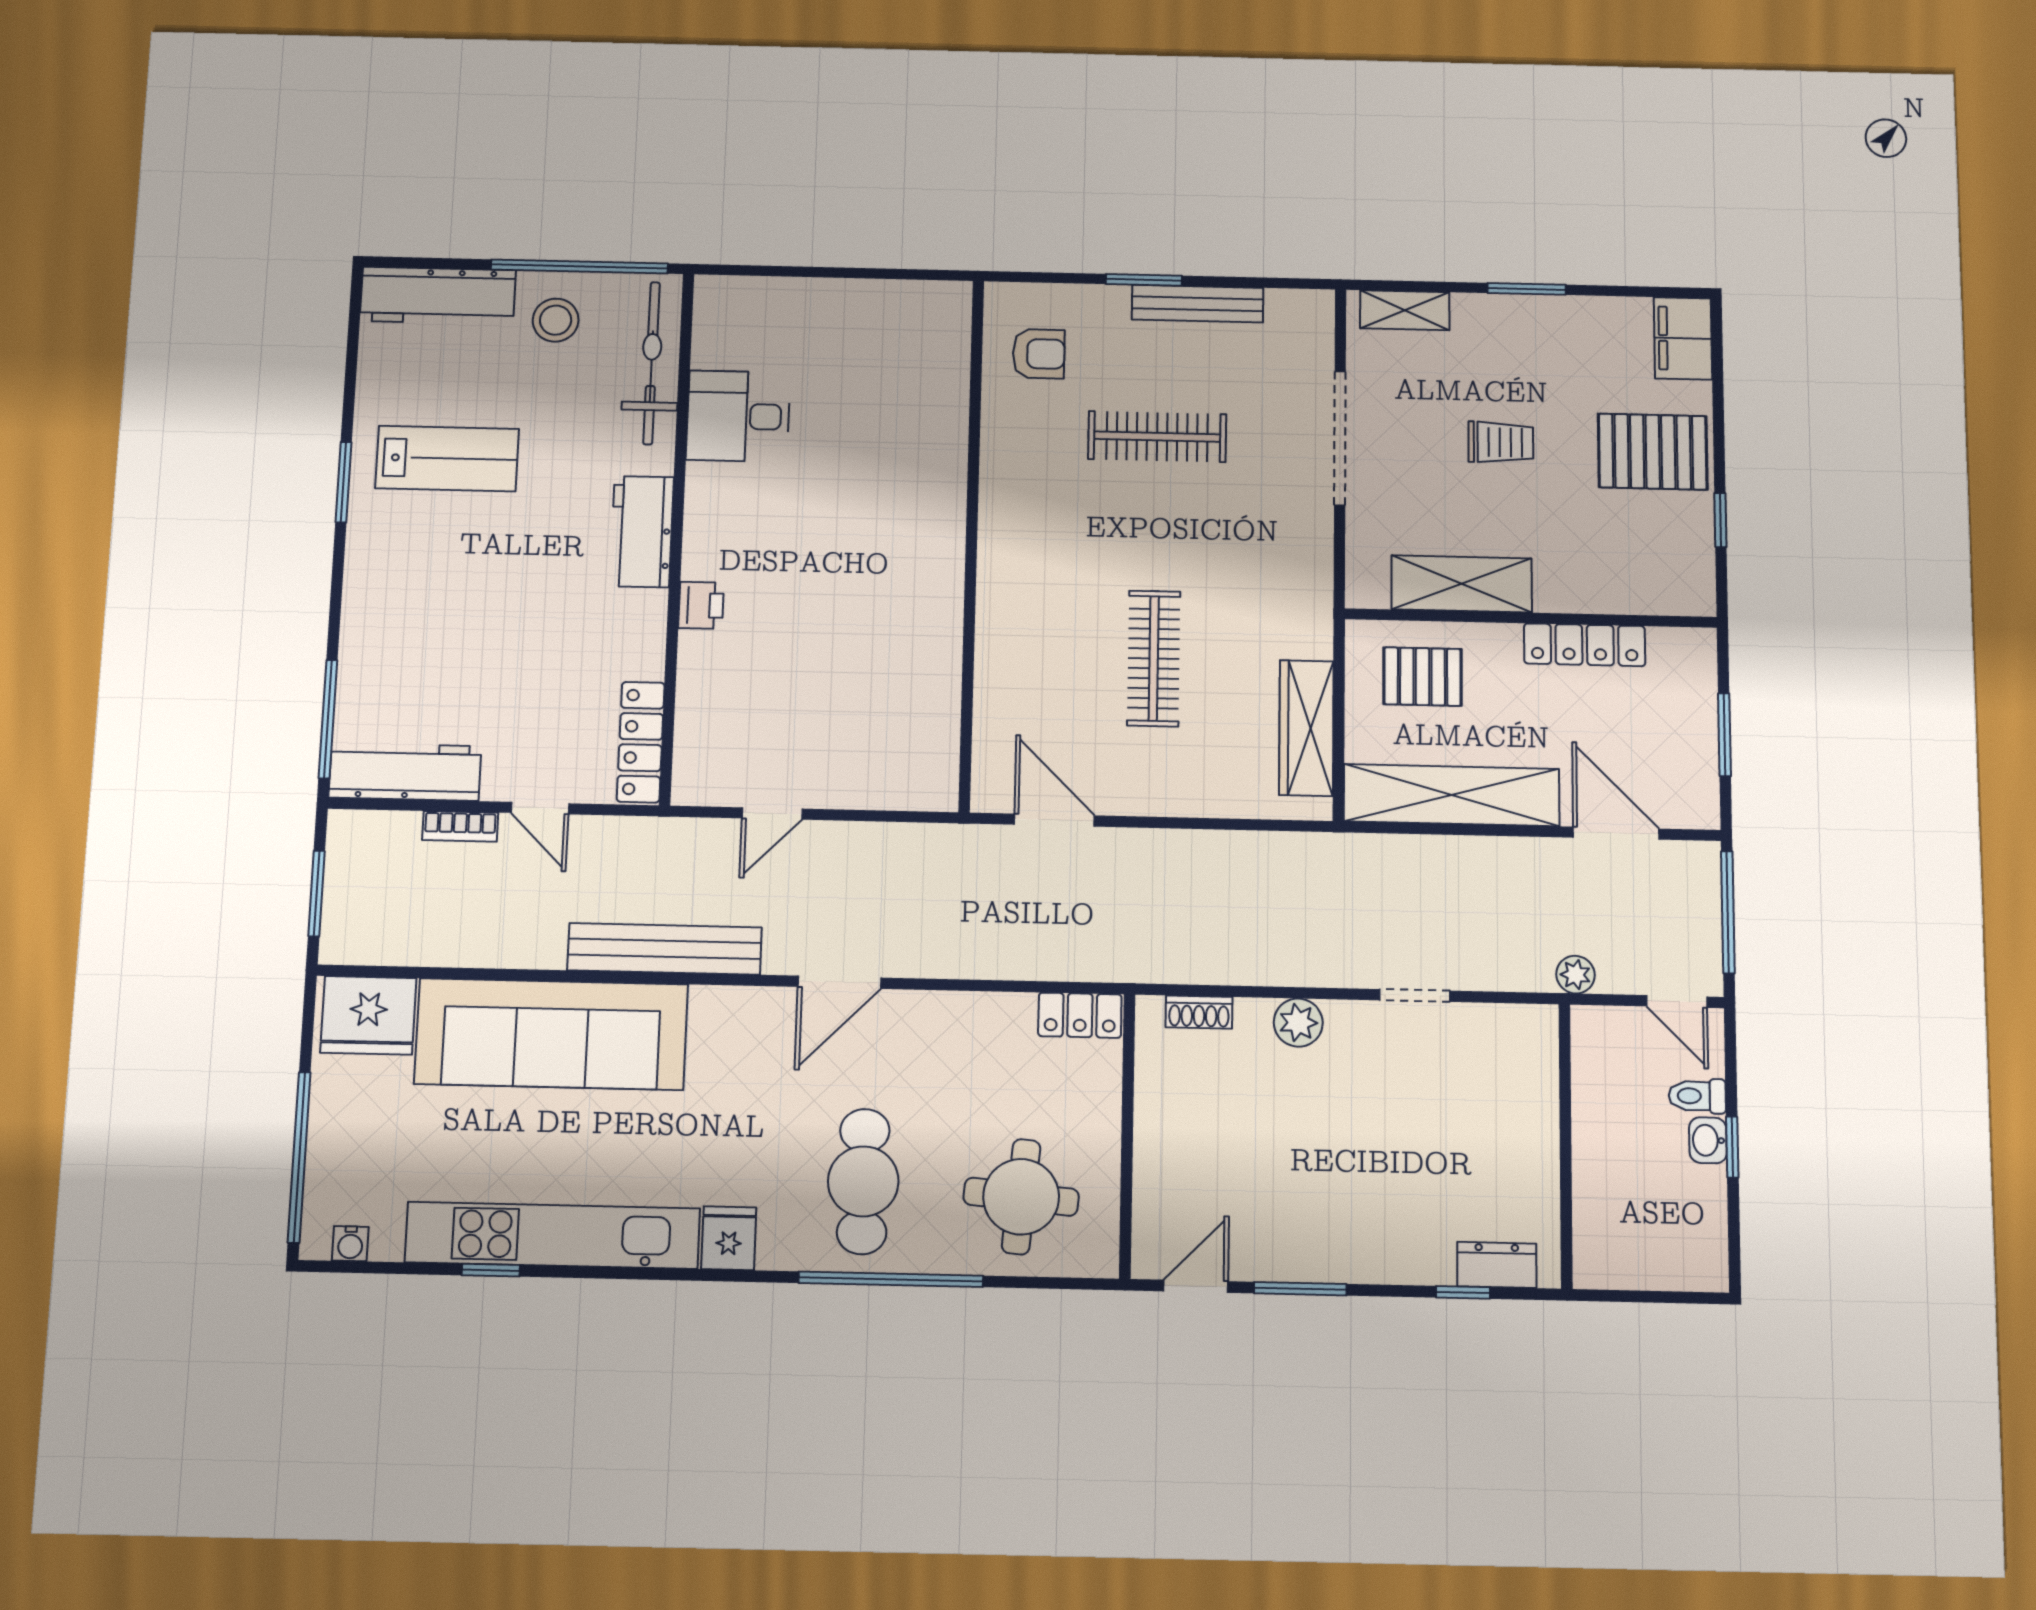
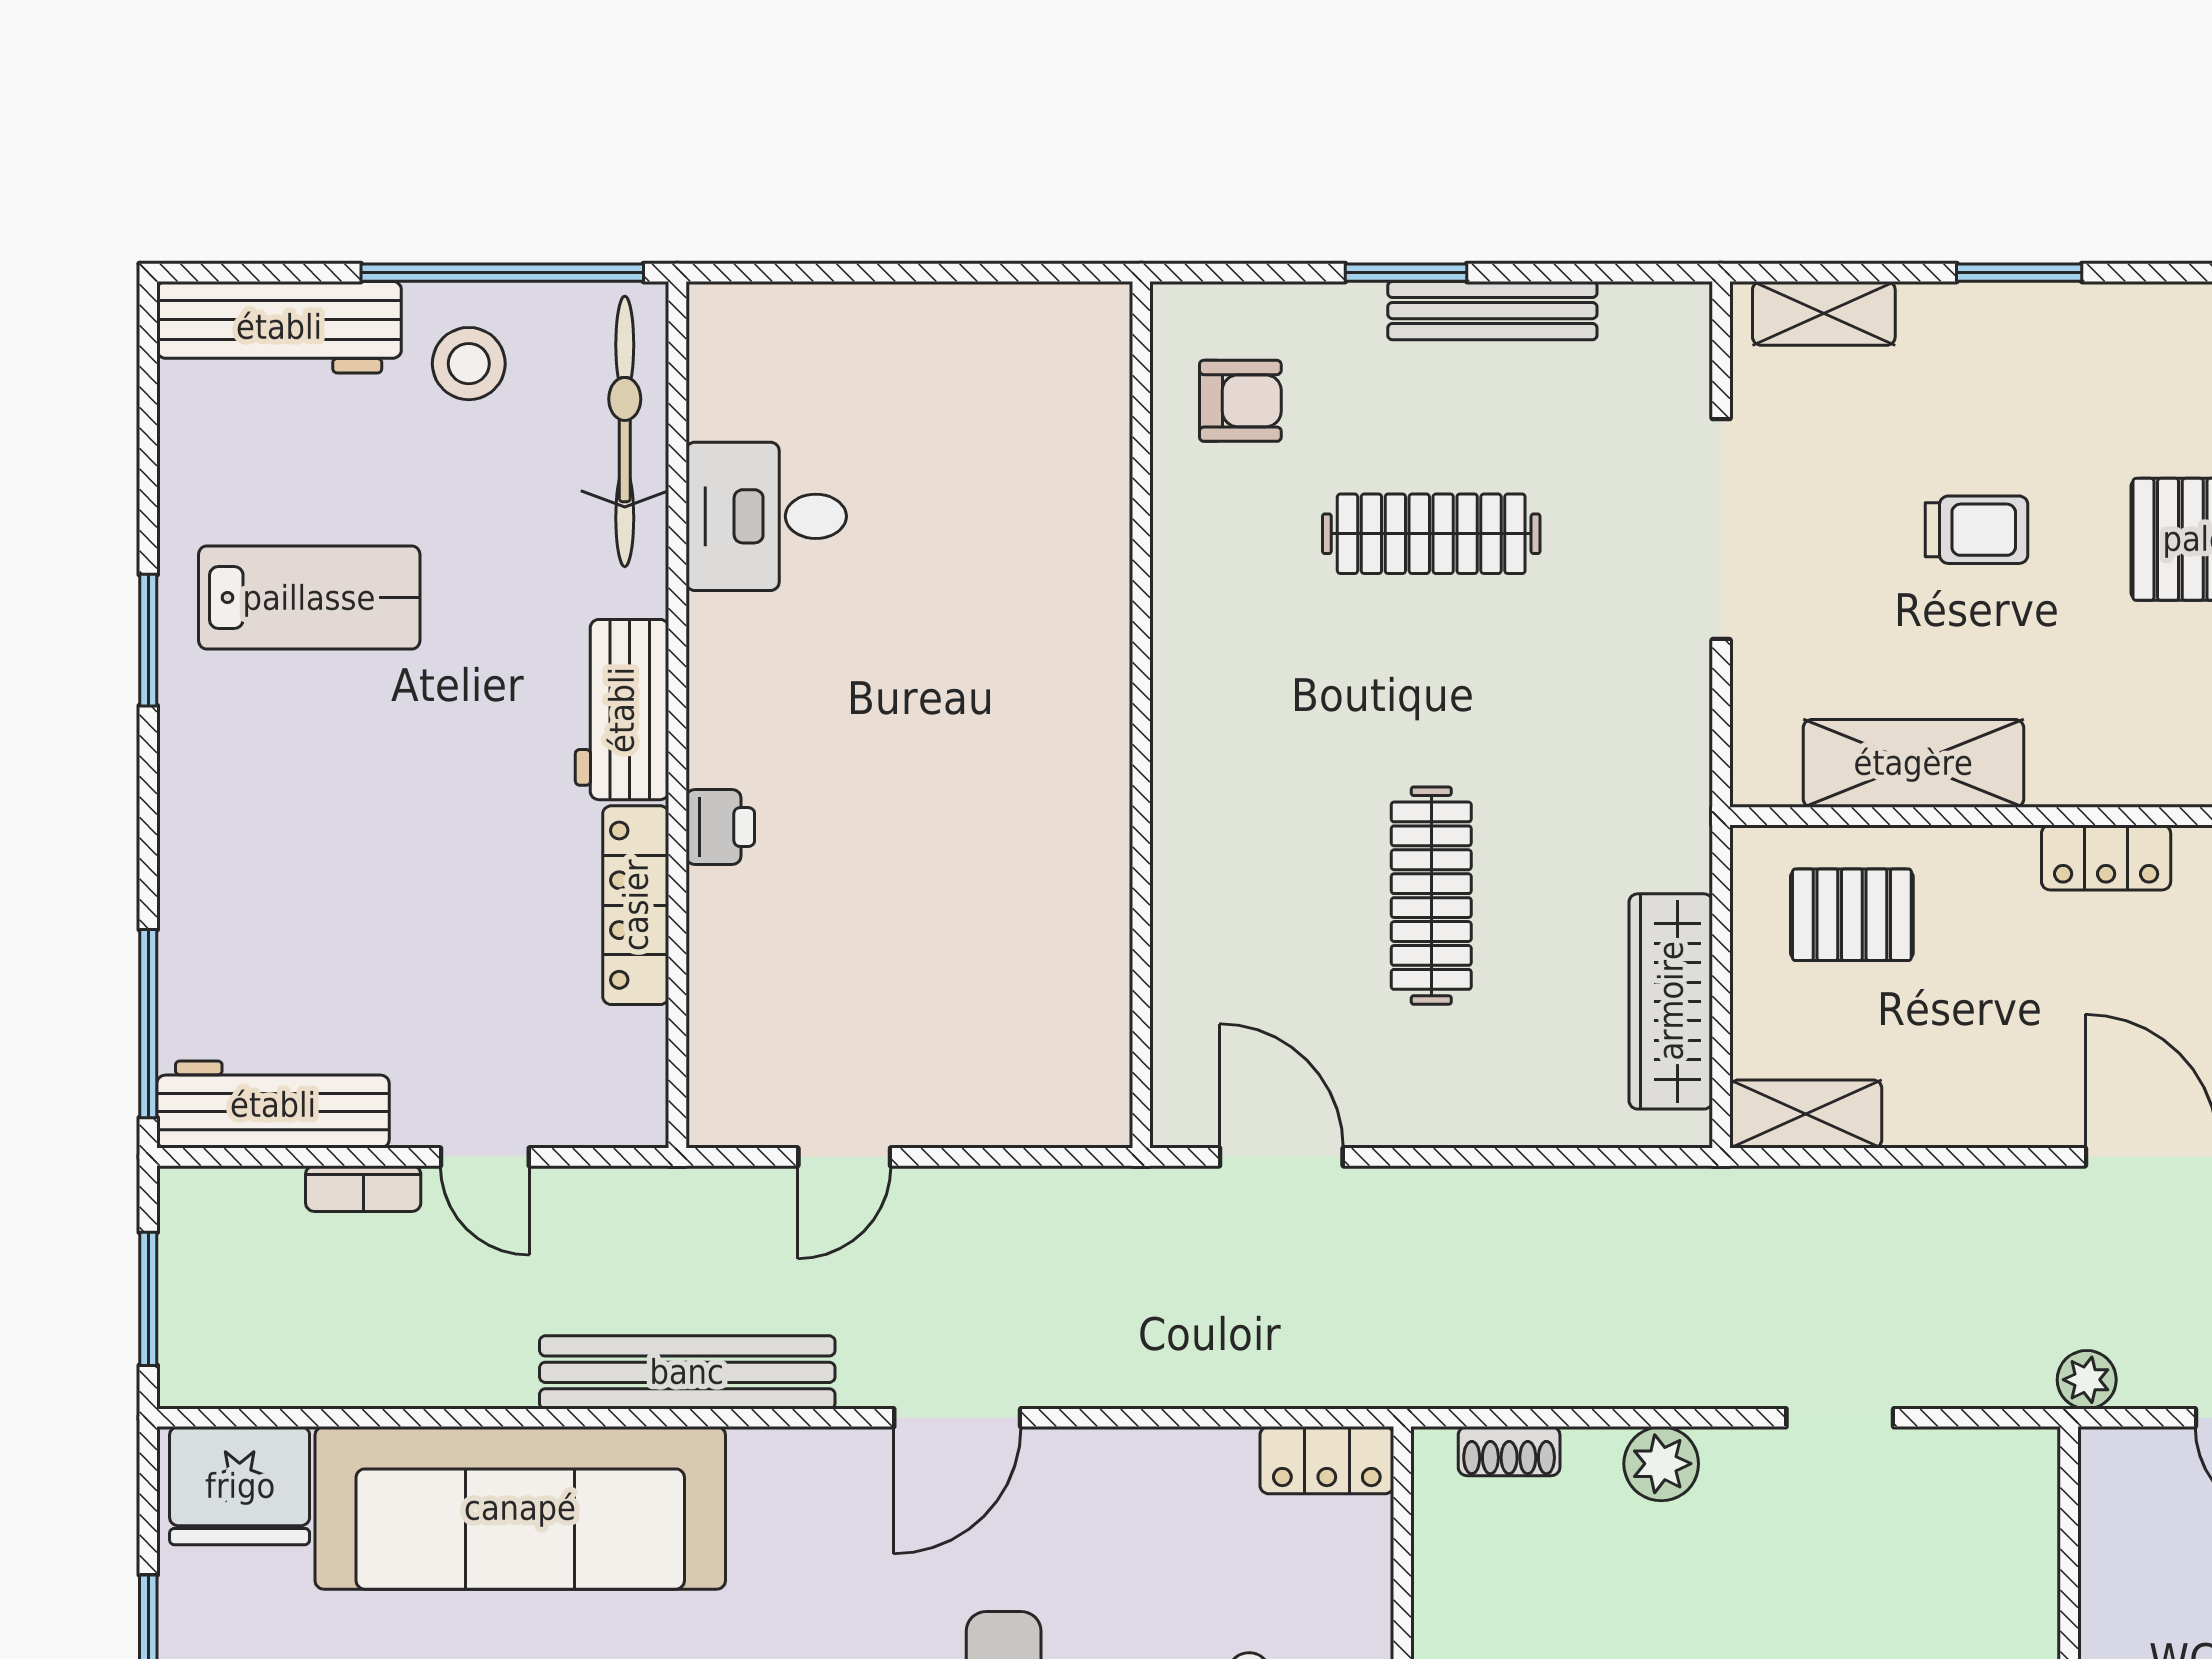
locker: (1585, 645) -> (2106, 857), width x0.66
locker: (641, 742) -> (636, 905), moved
shelving: (1452, 795) -> (1806, 1114), width x0.45, depth x0.75

